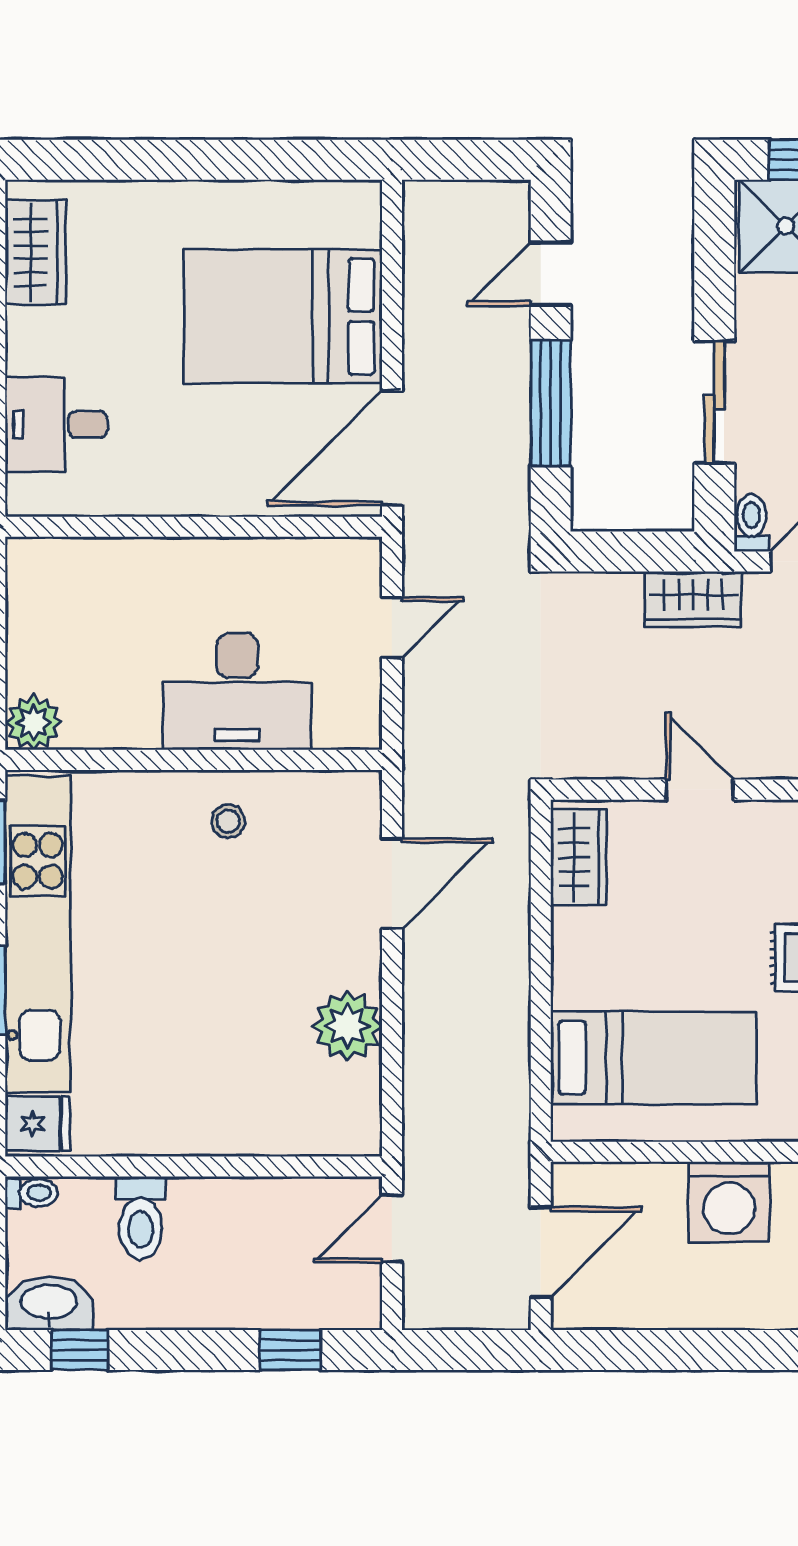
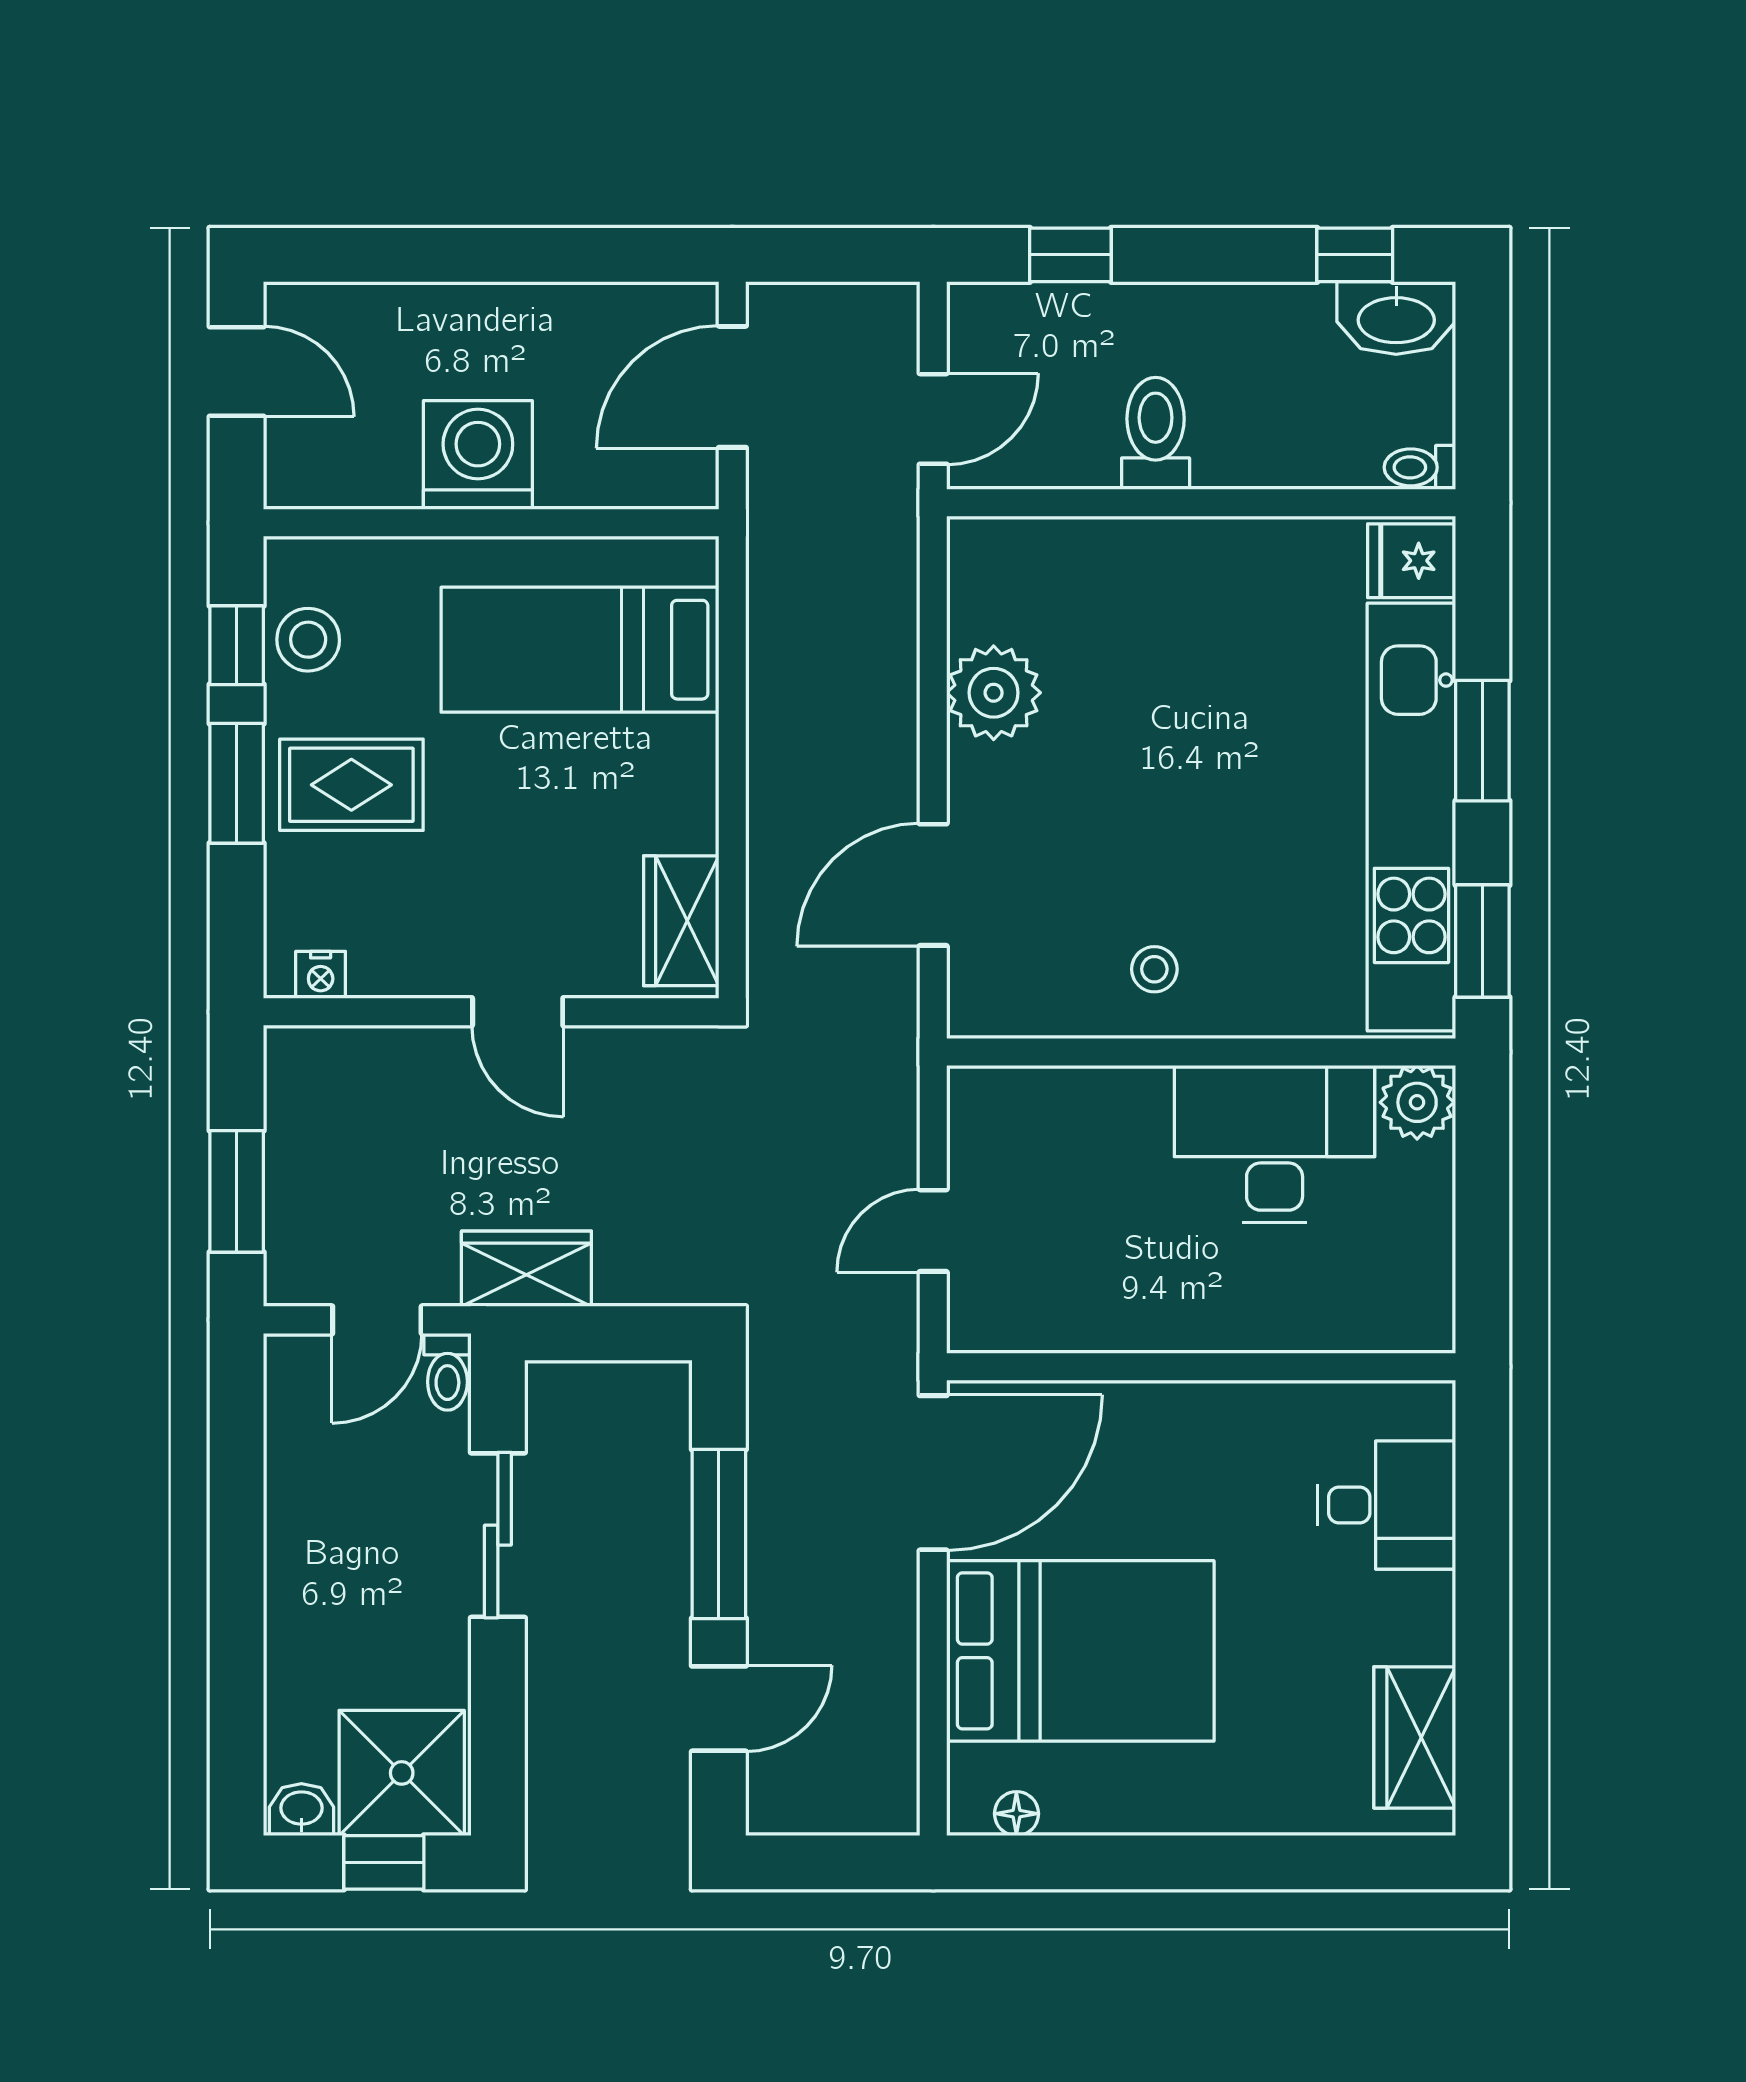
floor lamp: (330, 196) -> (1016, 1814), added
desk: (237, 692) -> (1275, 1144), moved
toilet: (141, 1218) -> (1156, 433), moved

